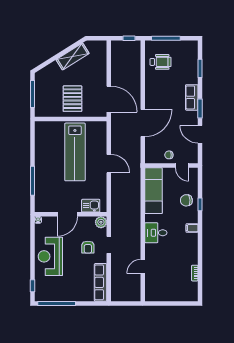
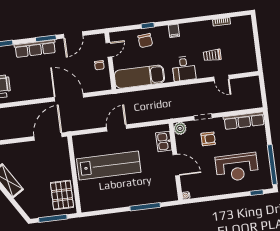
row of seats: (192, 97) -> (35, 49), width x1.48
pallet: (72, 99) -> (62, 195), moved, turned 90
reception desk: (50, 256) -> (237, 167), moved
trolley: (165, 261) -> (212, 55), added

